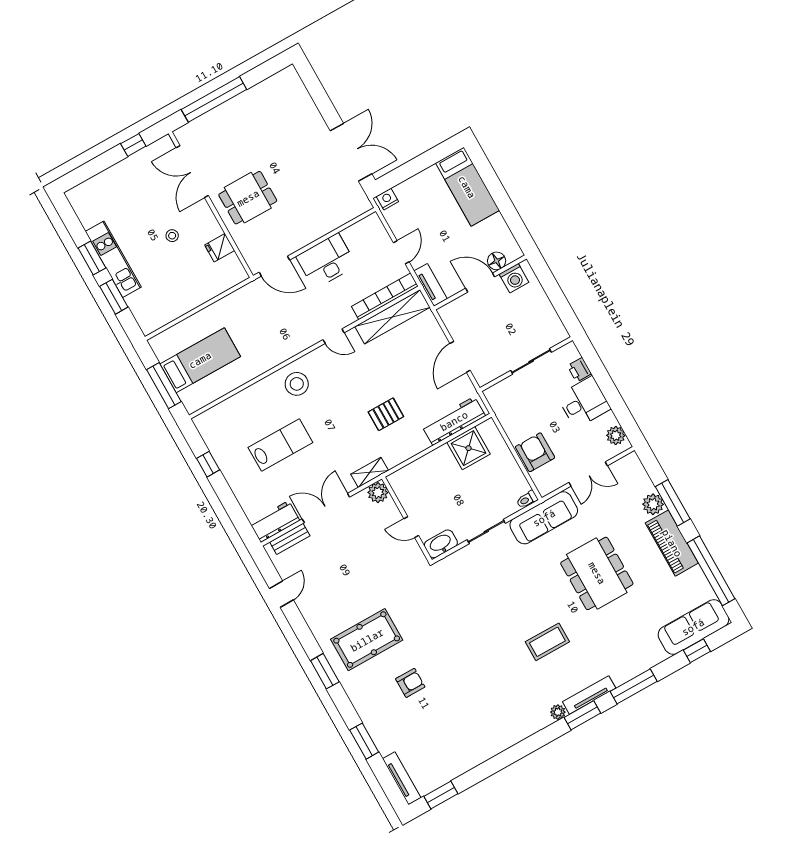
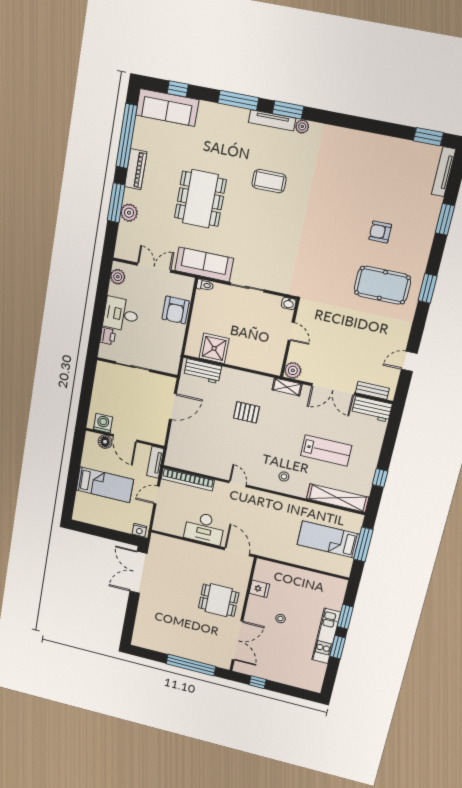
bed: (467, 187) -> (105, 485), moved, turned 90
shelving: (392, 317) -> (338, 498), moved
stool: (297, 384) -> (284, 476), width x0.53, depth x0.53
workbench: (454, 421) -> (203, 371), width x0.73
lab bench: (280, 445) -> (326, 451), turned 180
piano: (672, 543) -> (136, 169), width x0.73, depth x0.75
washbasin: (441, 544) -> (289, 303), width x0.52, depth x0.69

